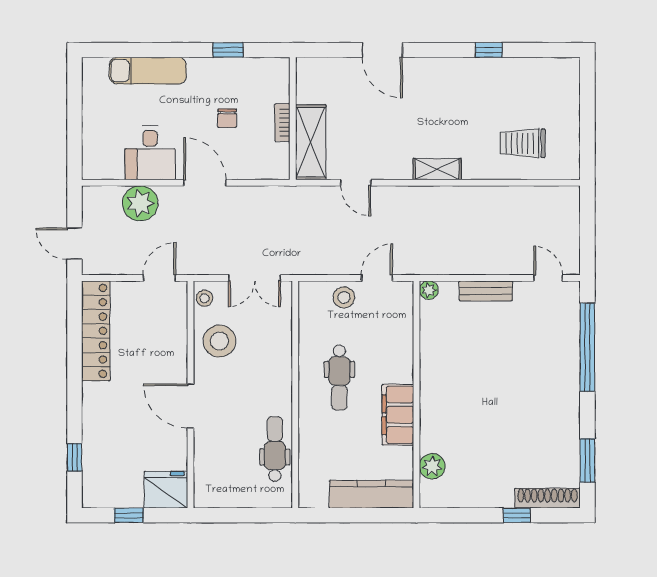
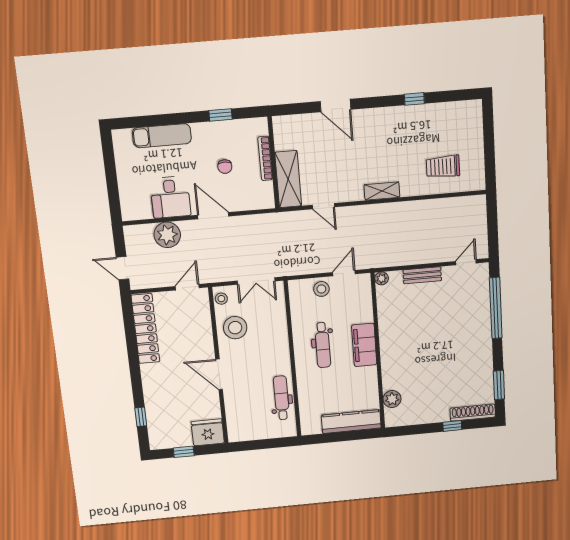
bookcase: (282, 123) -> (265, 158), width x1.56
door: (548, 278) -> (466, 262), hinge flipped
filing cabinet: (398, 415) -> (364, 345), moved

